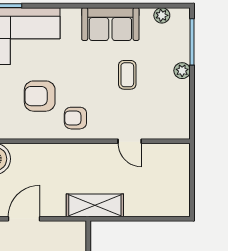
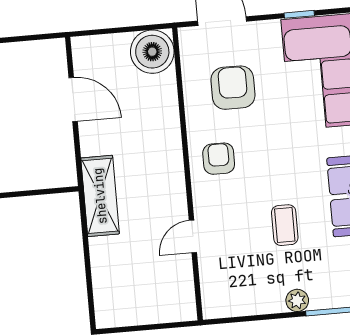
coffee table: (127, 75) -> (285, 225), turned 90
armchair: (40, 96) -> (233, 88), moved

